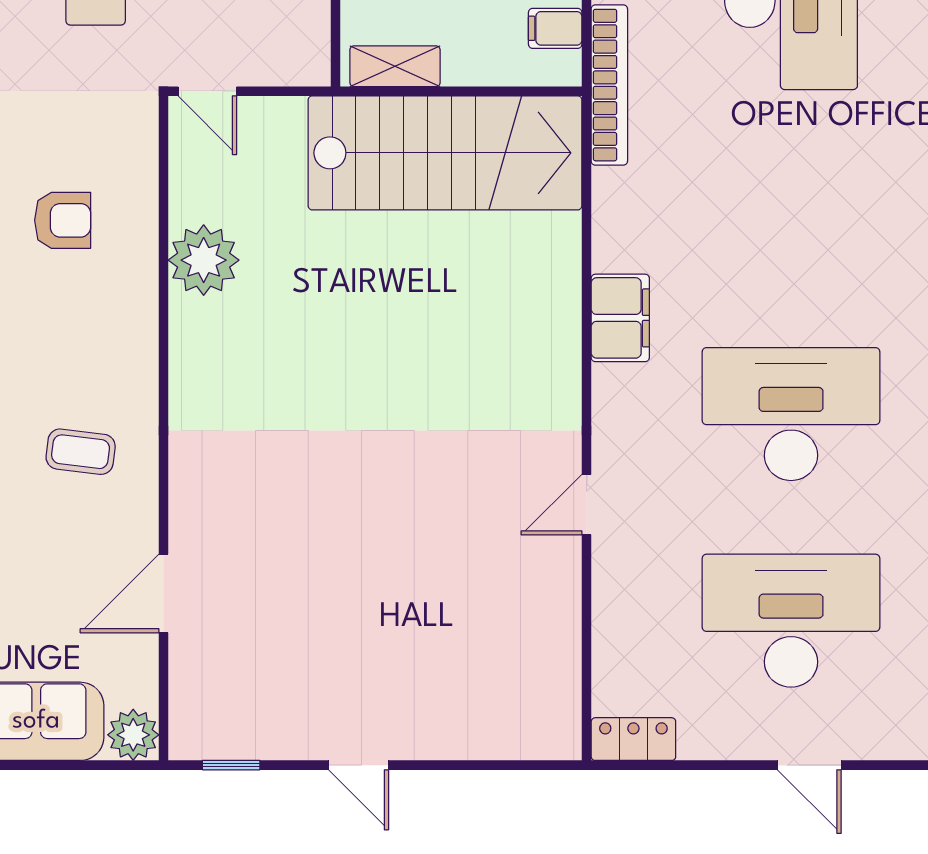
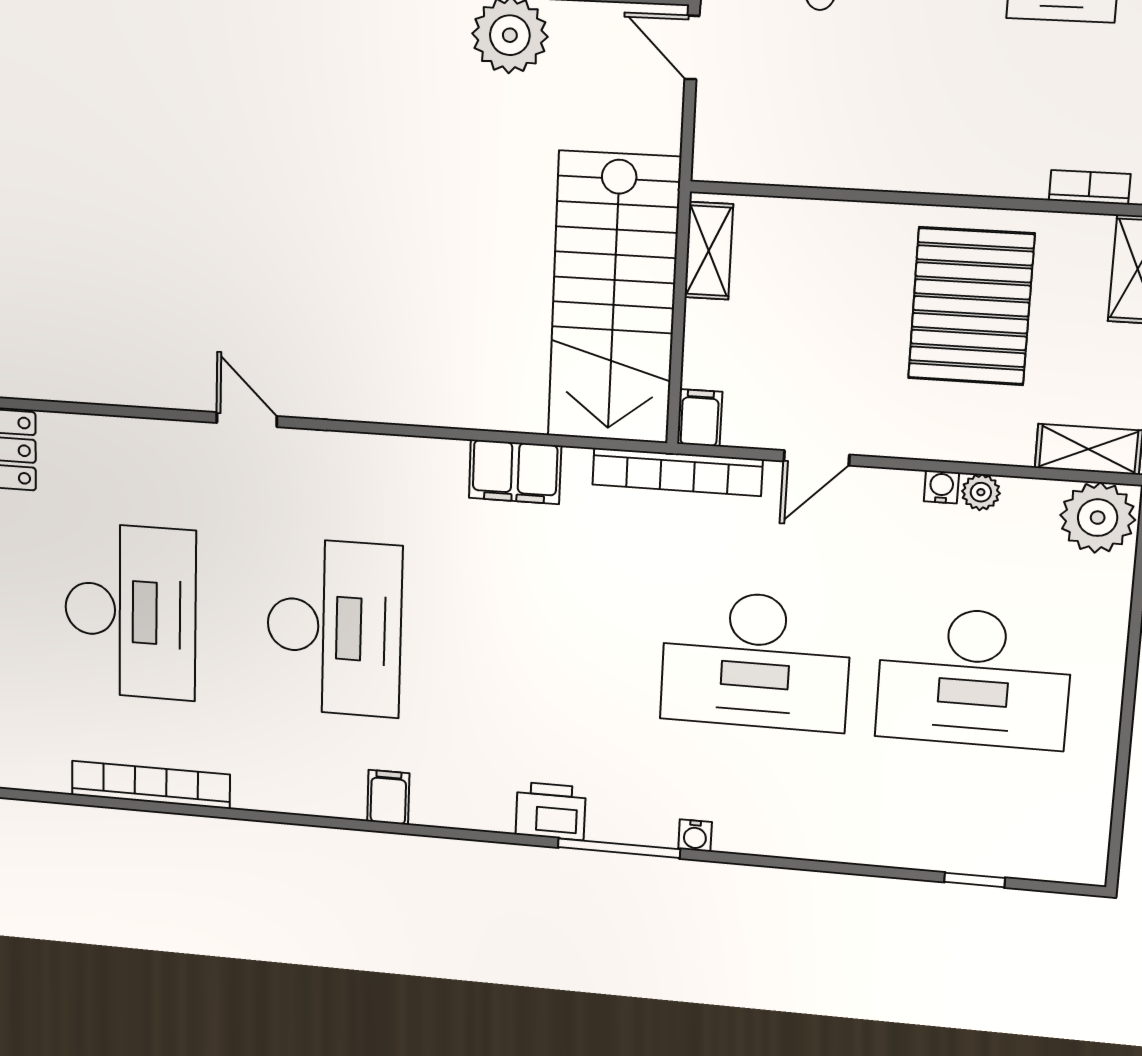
filing cabinet: (555, 28) -> (700, 418), moved
door: (207, 91) -> (692, 48), hinge flipped
filing cabinet: (620, 318) -> (515, 472), moved

